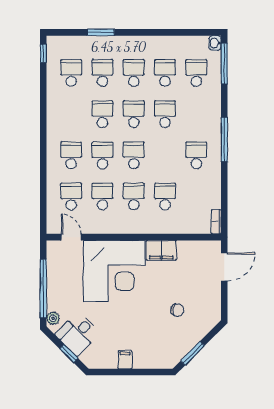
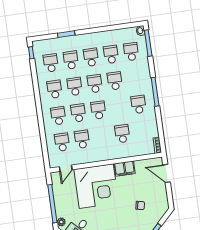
school desk: (134, 196) -> (55, 89), moved
door: (71, 237) -> (66, 168), swing flipped
door: (224, 267) -> (167, 173), swing flipped

